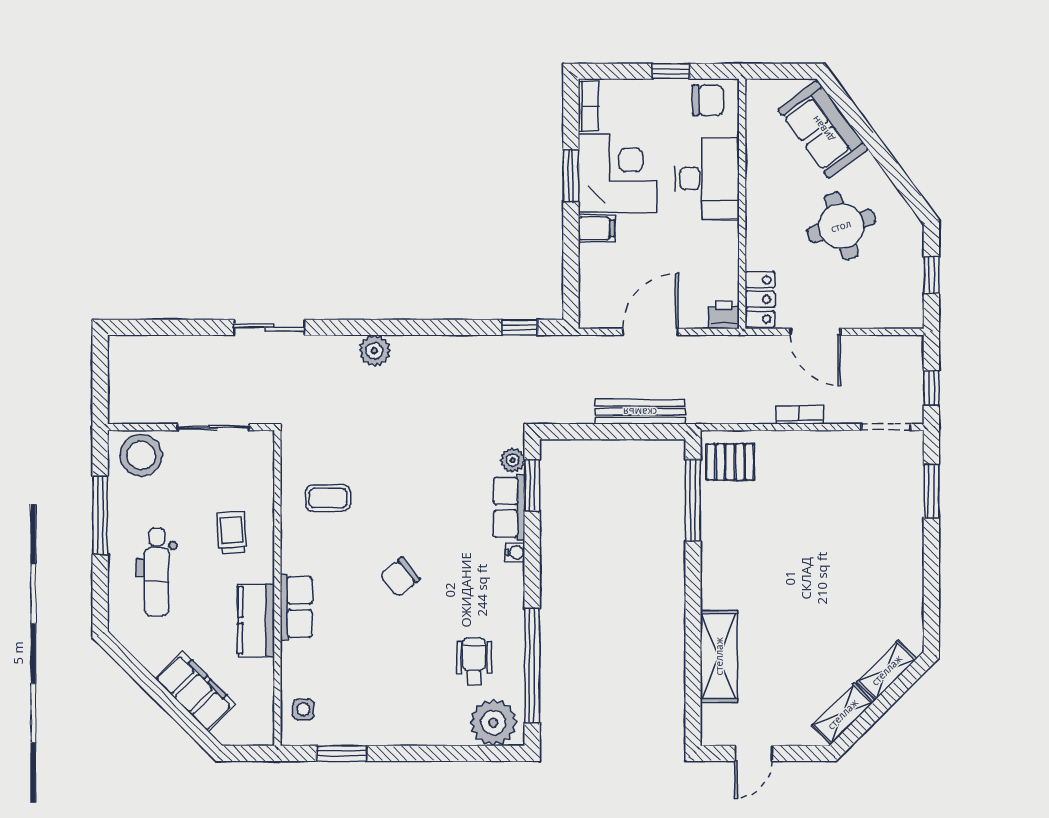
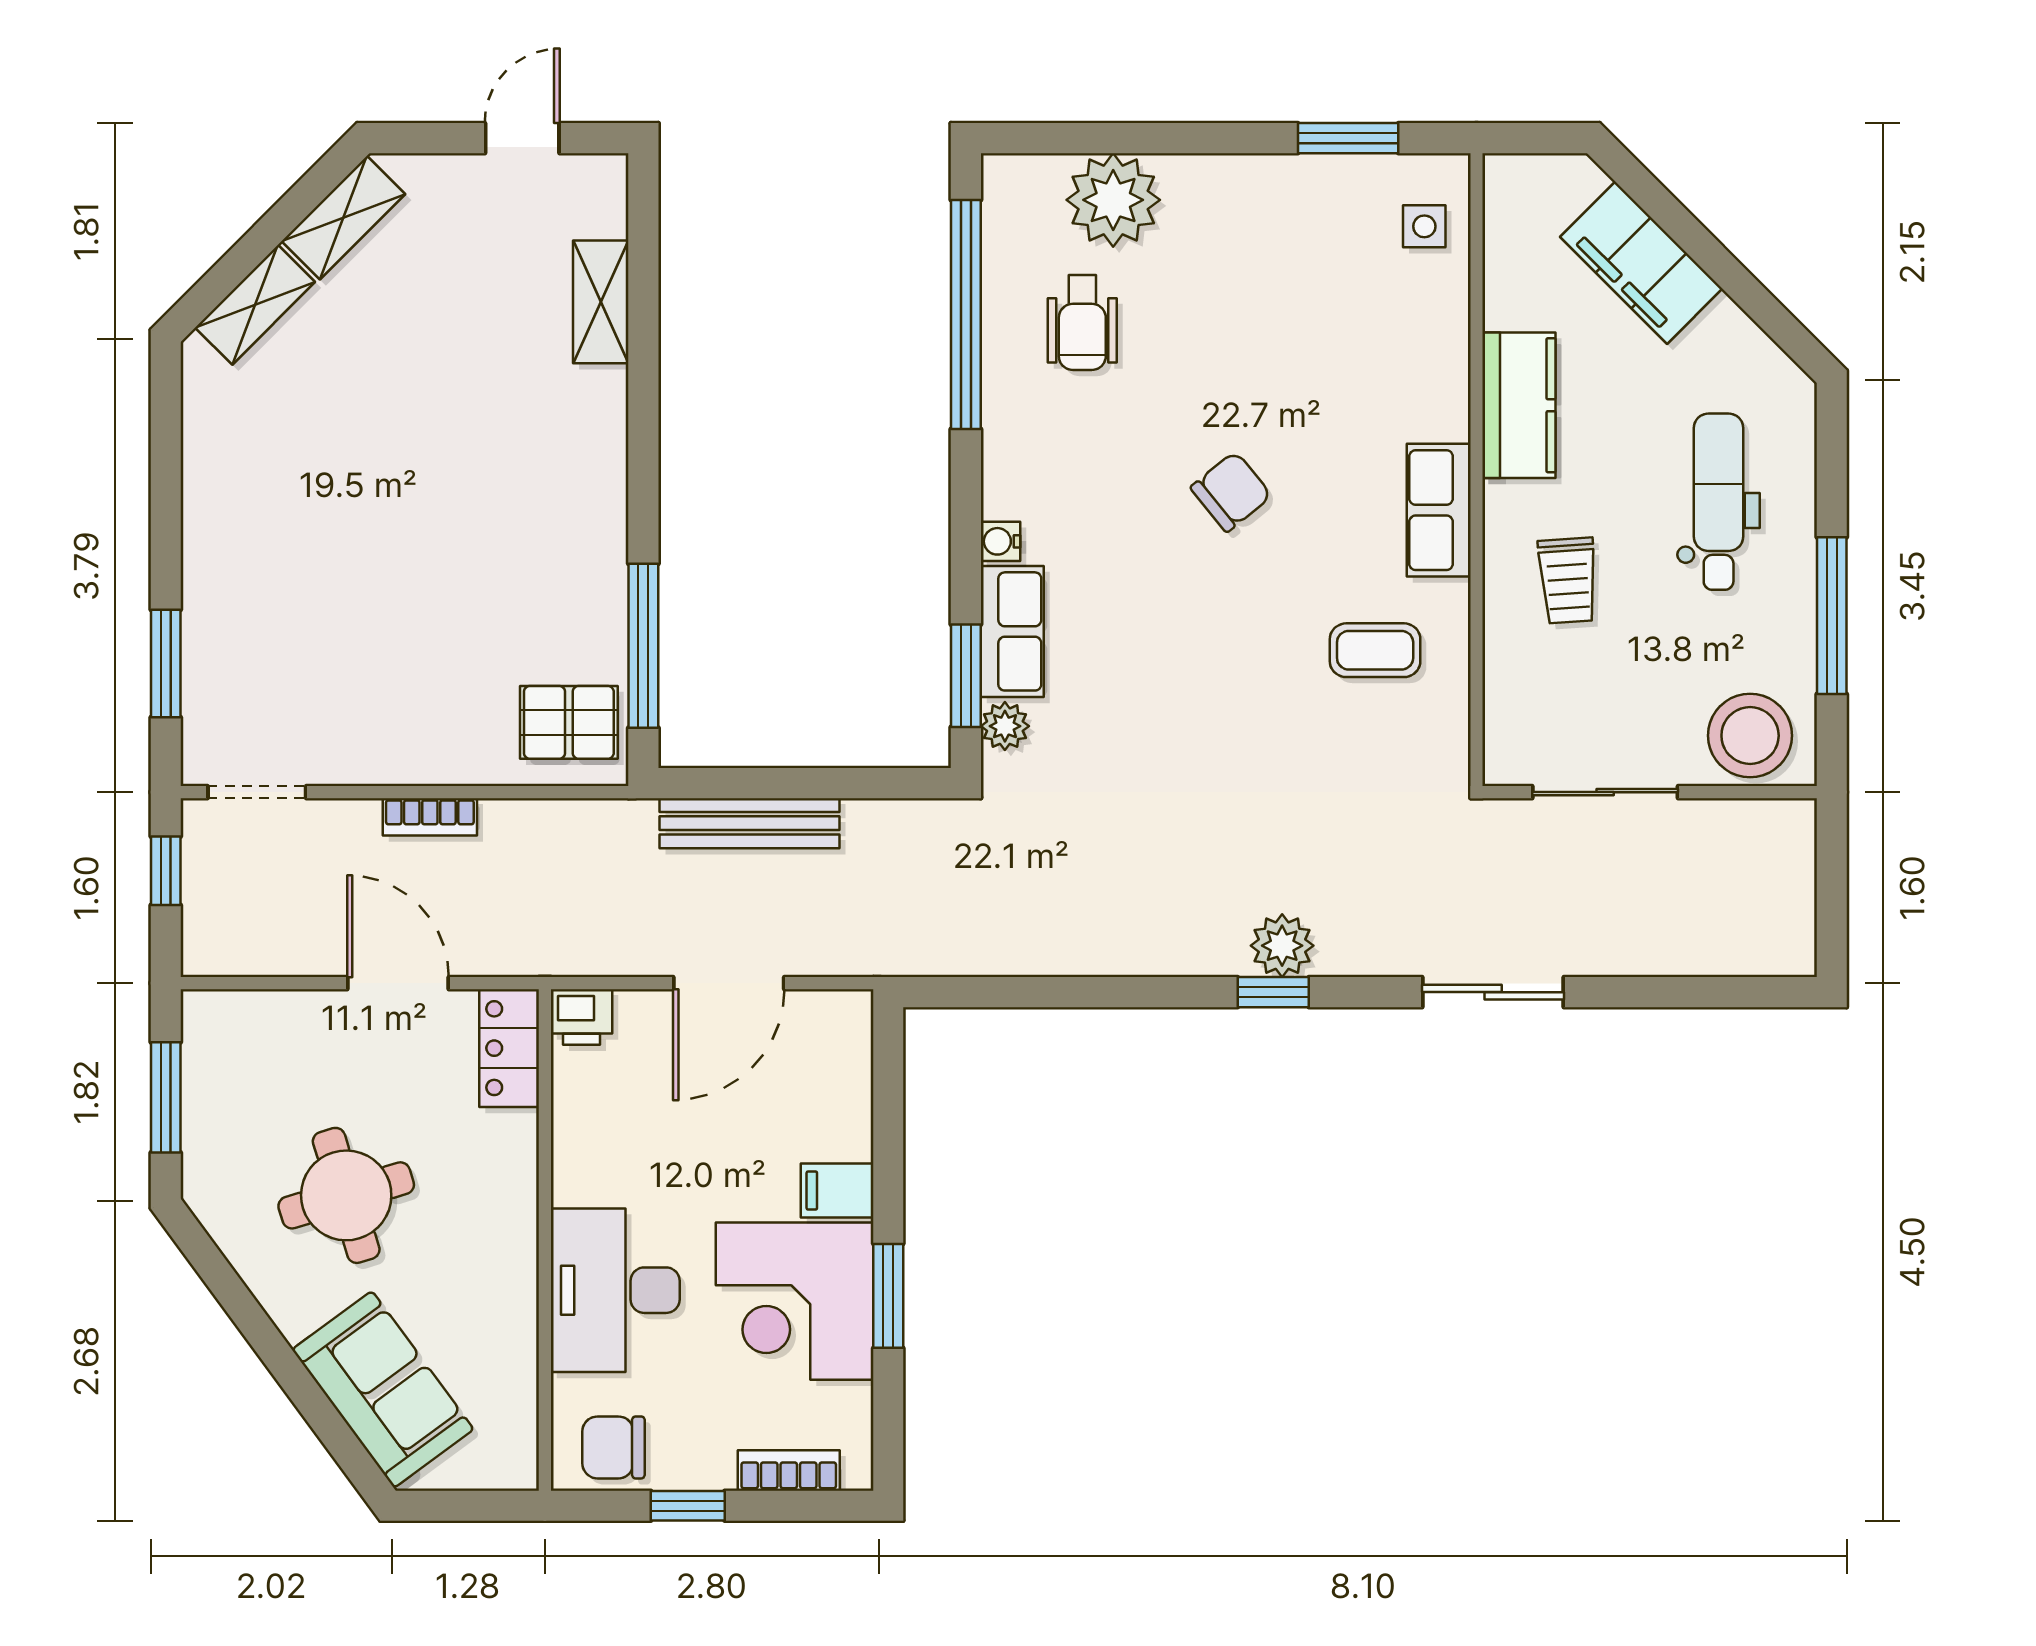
bookcase: (588, 106) -> (789, 1470), moved, turned 90
window: (931, 275) -> (166, 1097), width x1.50
window: (520, 327) -> (1273, 992), moved
row of seats: (296, 607) -> (1439, 510), moved
shelving: (719, 656) -> (601, 302), width x0.67, depth x0.75
plant: (493, 723) -> (1113, 200), moved

